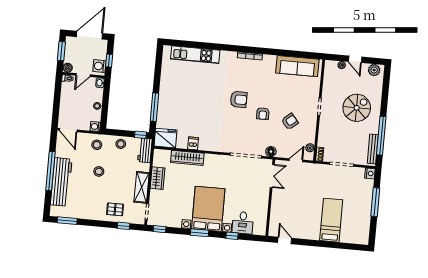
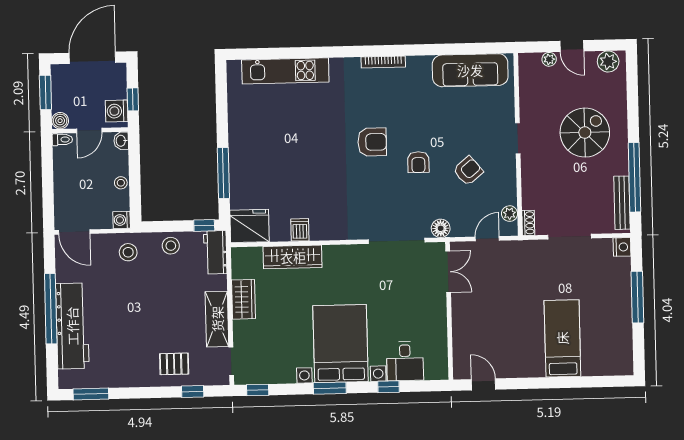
stool: (99, 171) -> (137, 299), removed

